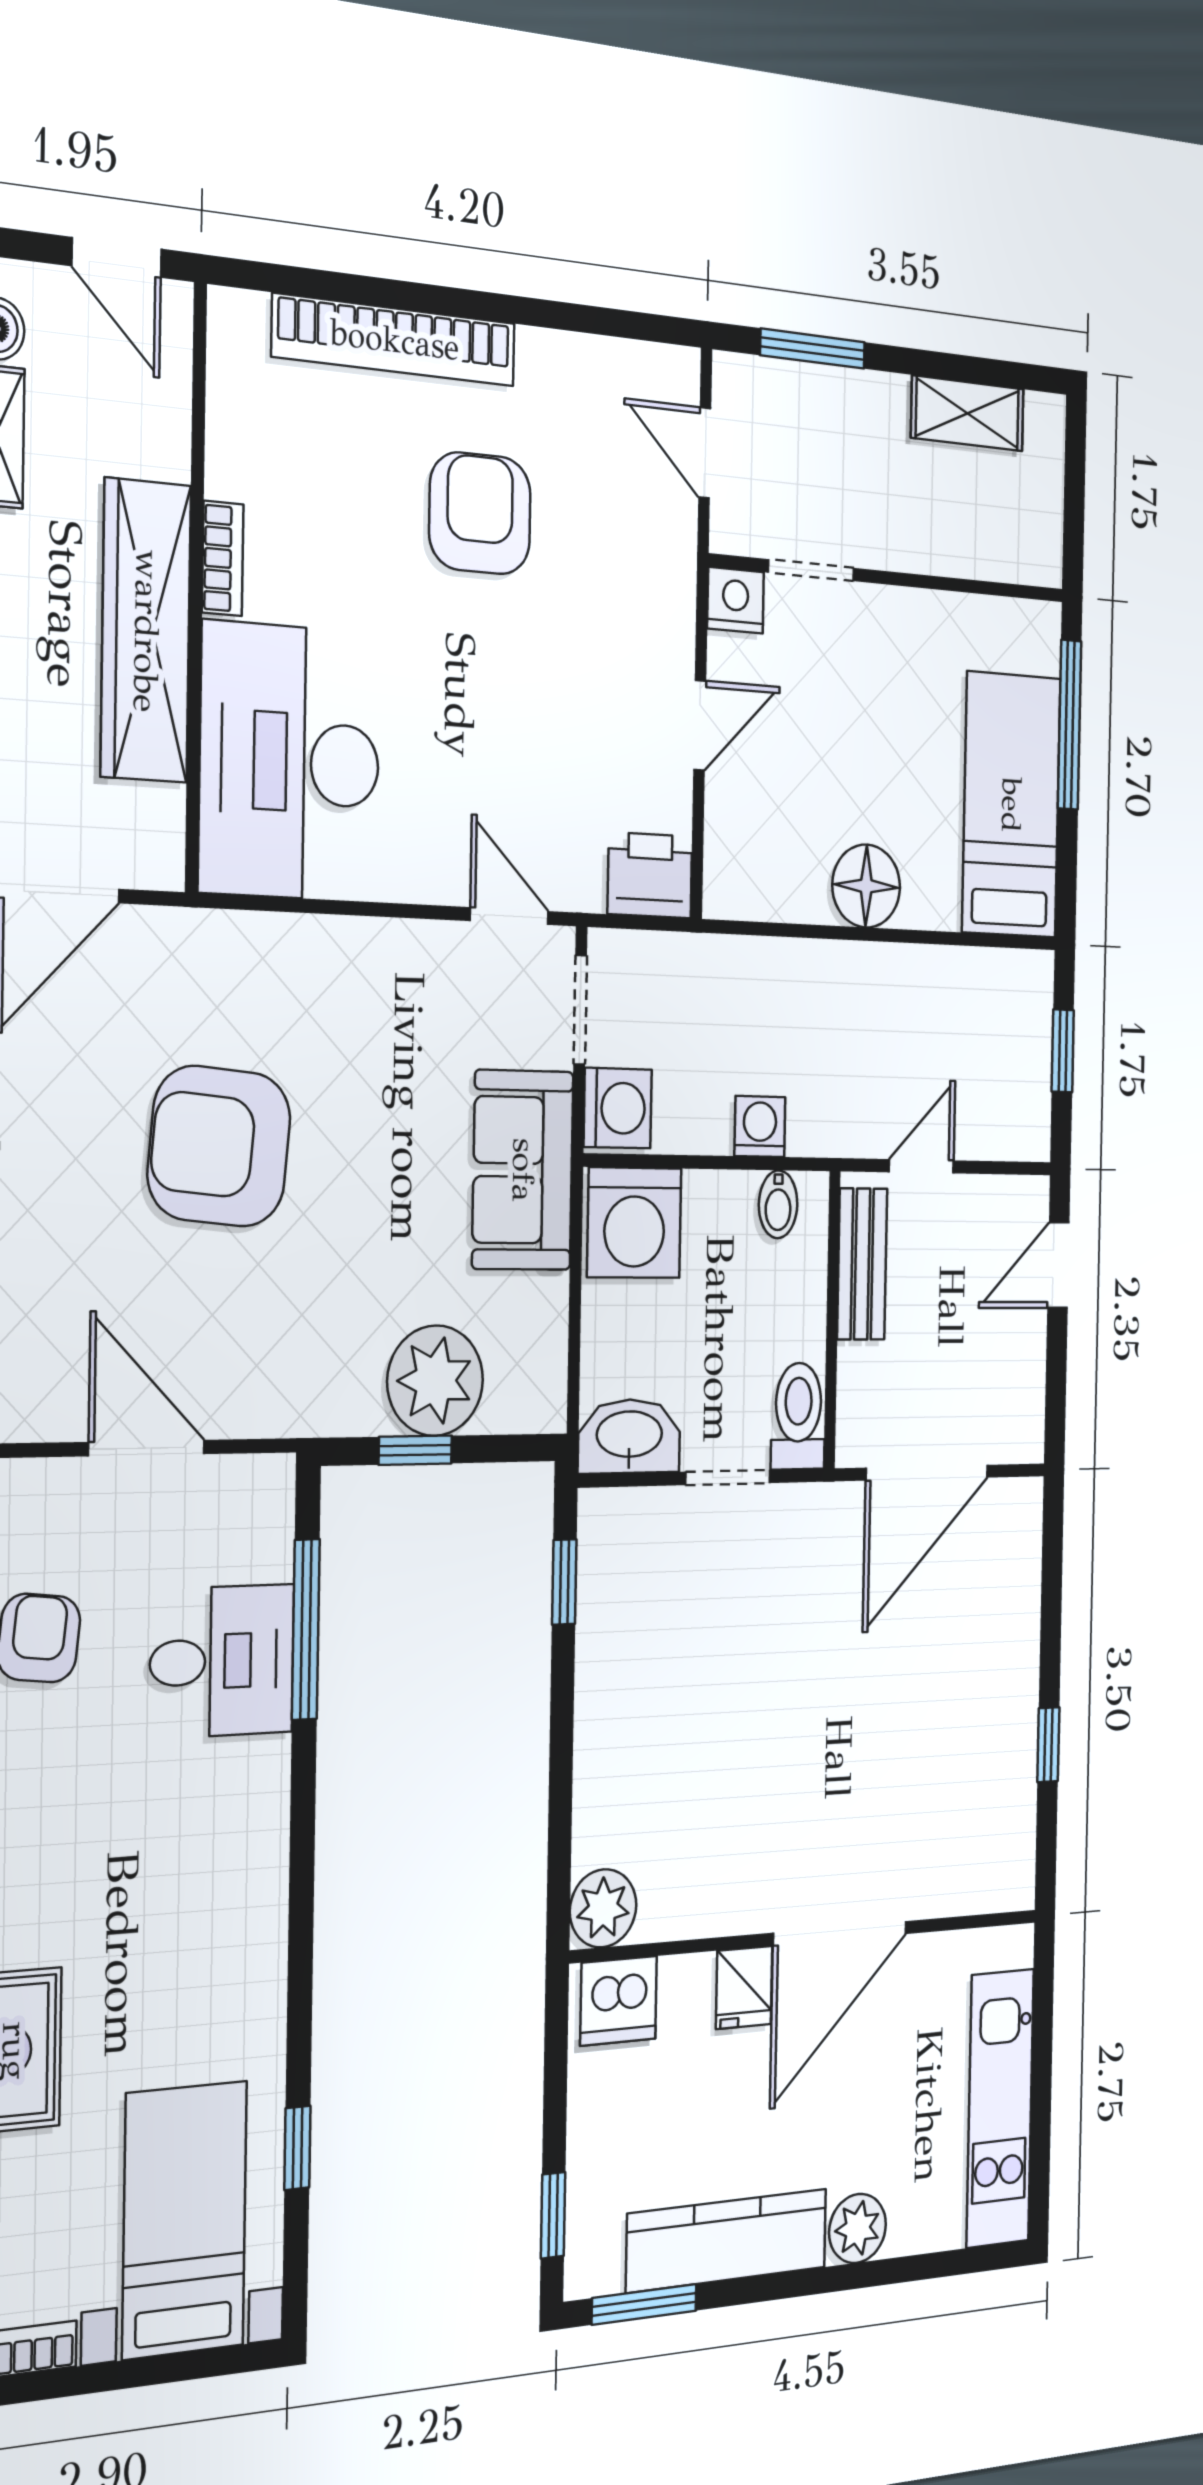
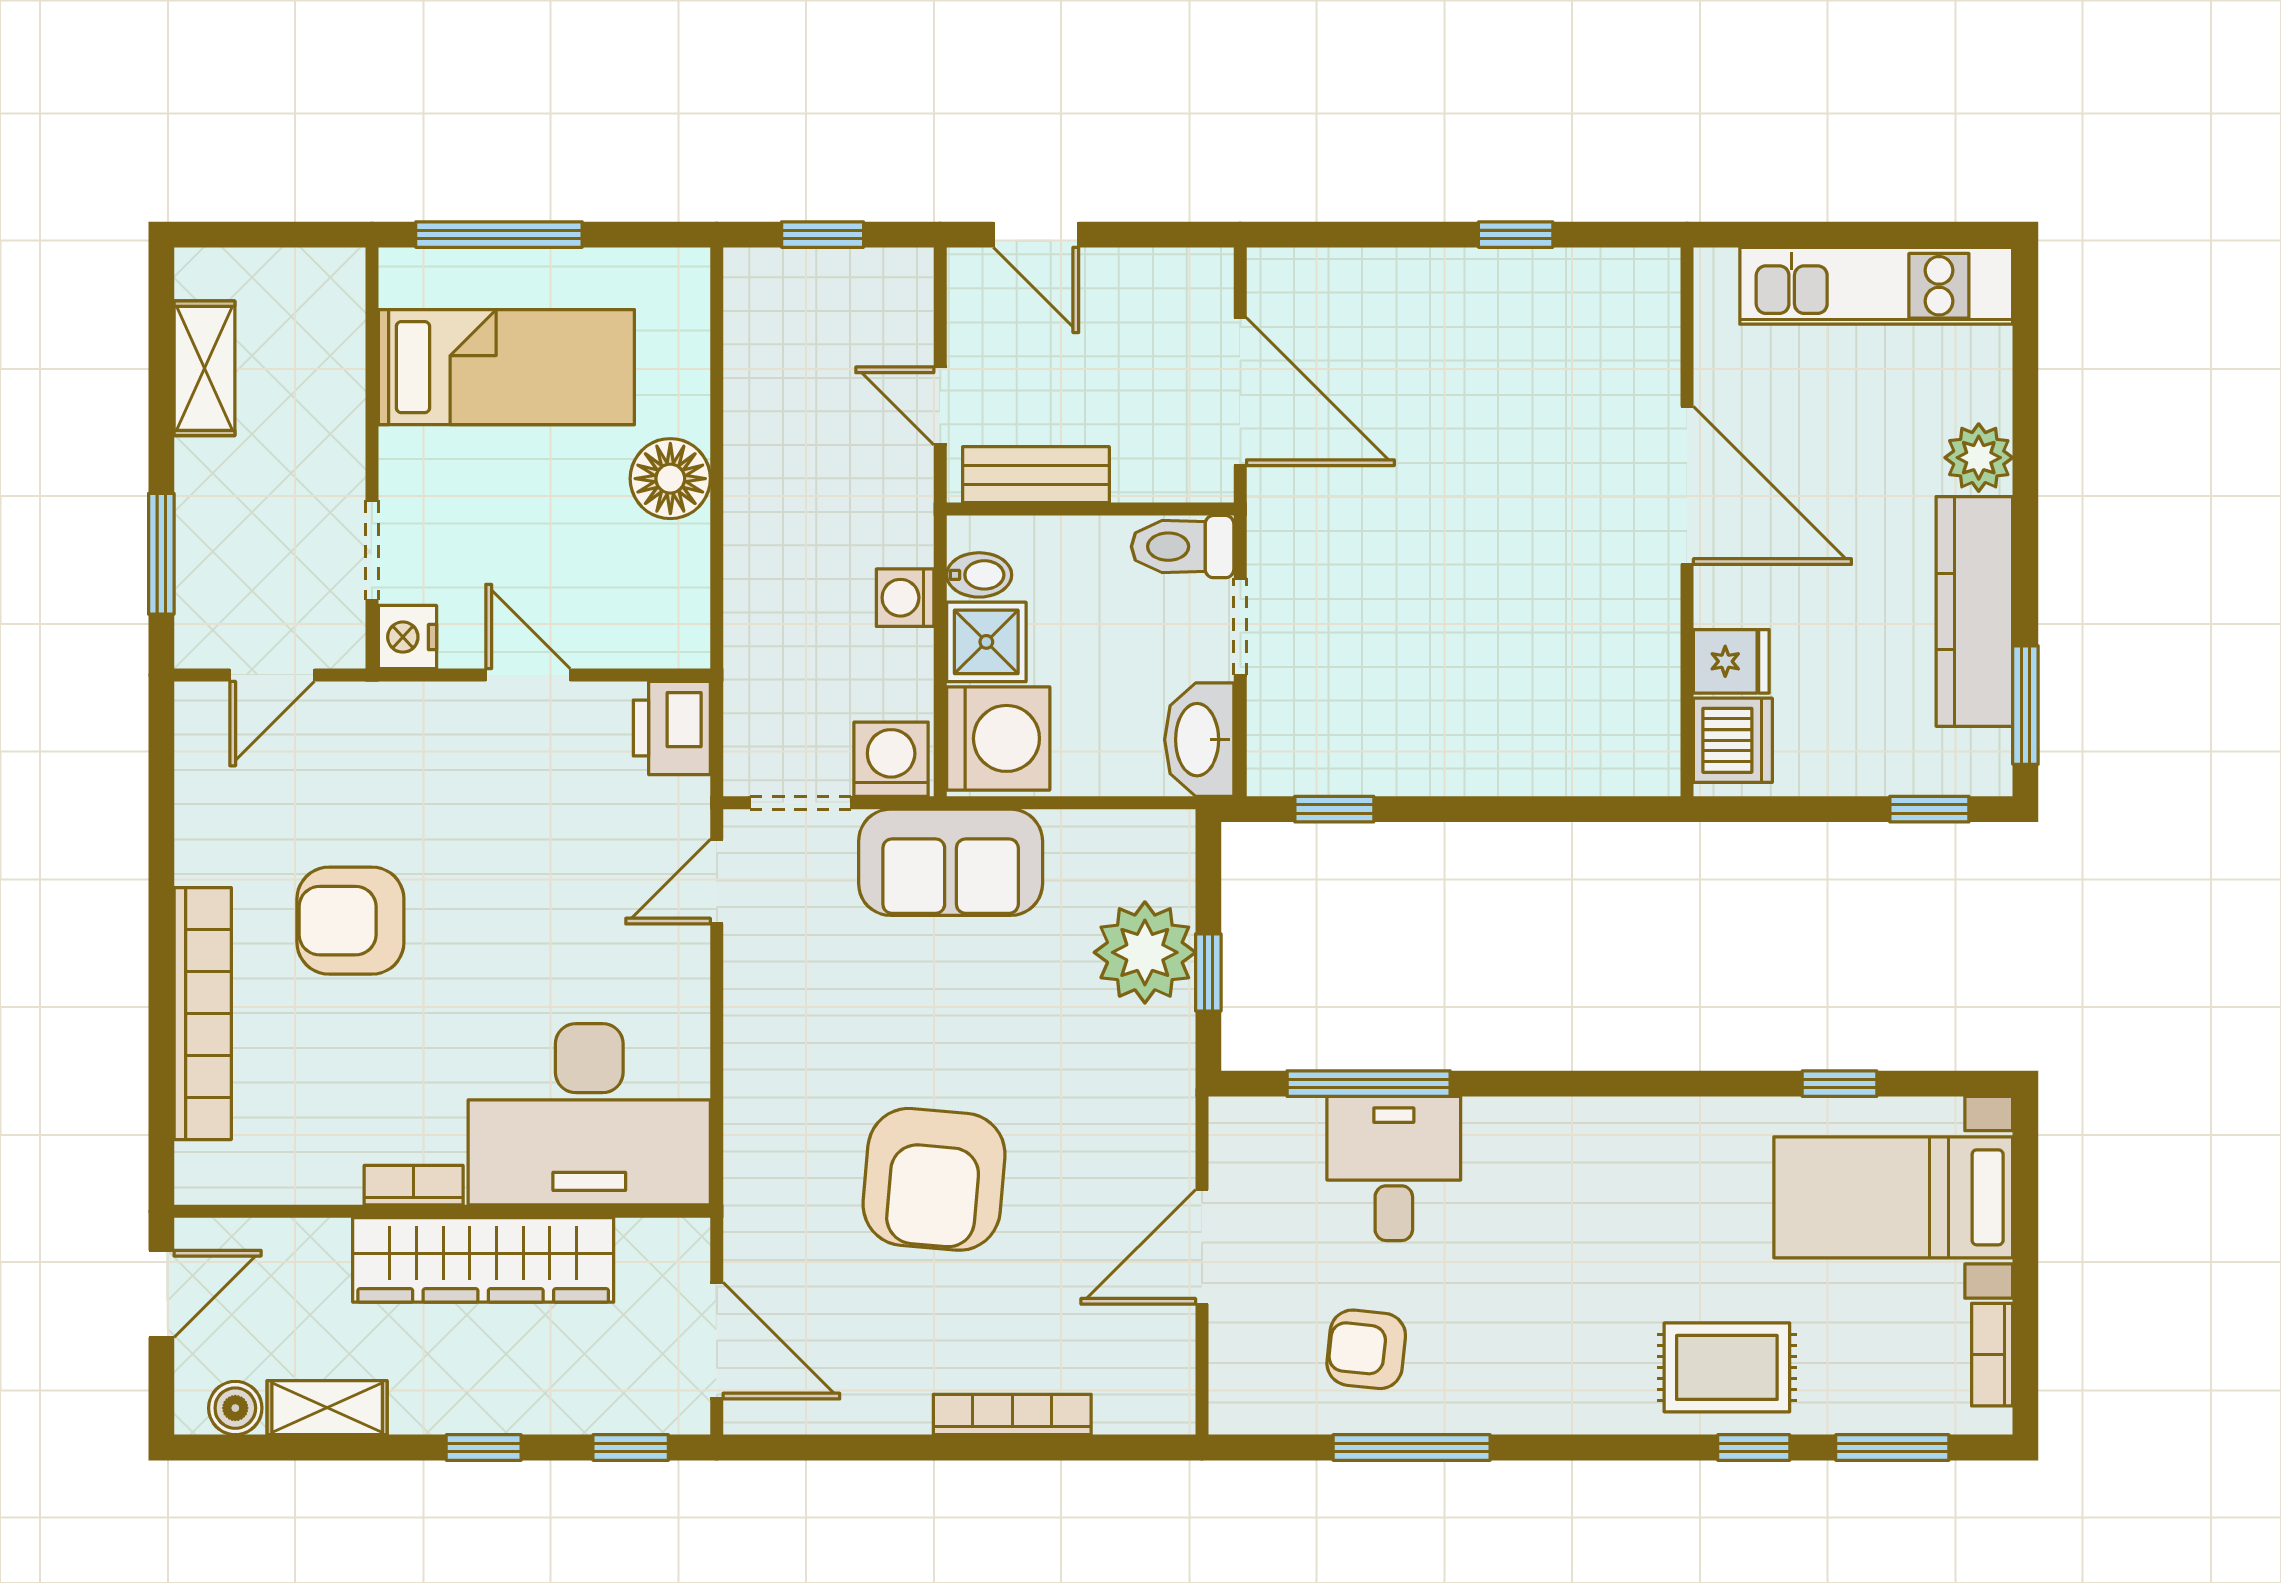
bed: (1011, 805) -> (506, 367), moved, turned 180
shower: (720, 1211) -> (986, 642), added
plant: (603, 1908) -> (1644, 759), removed
fridge: (744, 1987) -> (1731, 661), moved

